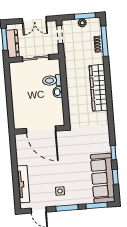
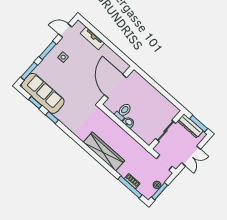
double door: (34, 20) -> (191, 156), swing flipped
toilet: (52, 80) -> (123, 112), moved
door: (41, 130) -> (116, 86), hinge flipped
tv unit: (23, 184) -> (92, 38), width x0.71

